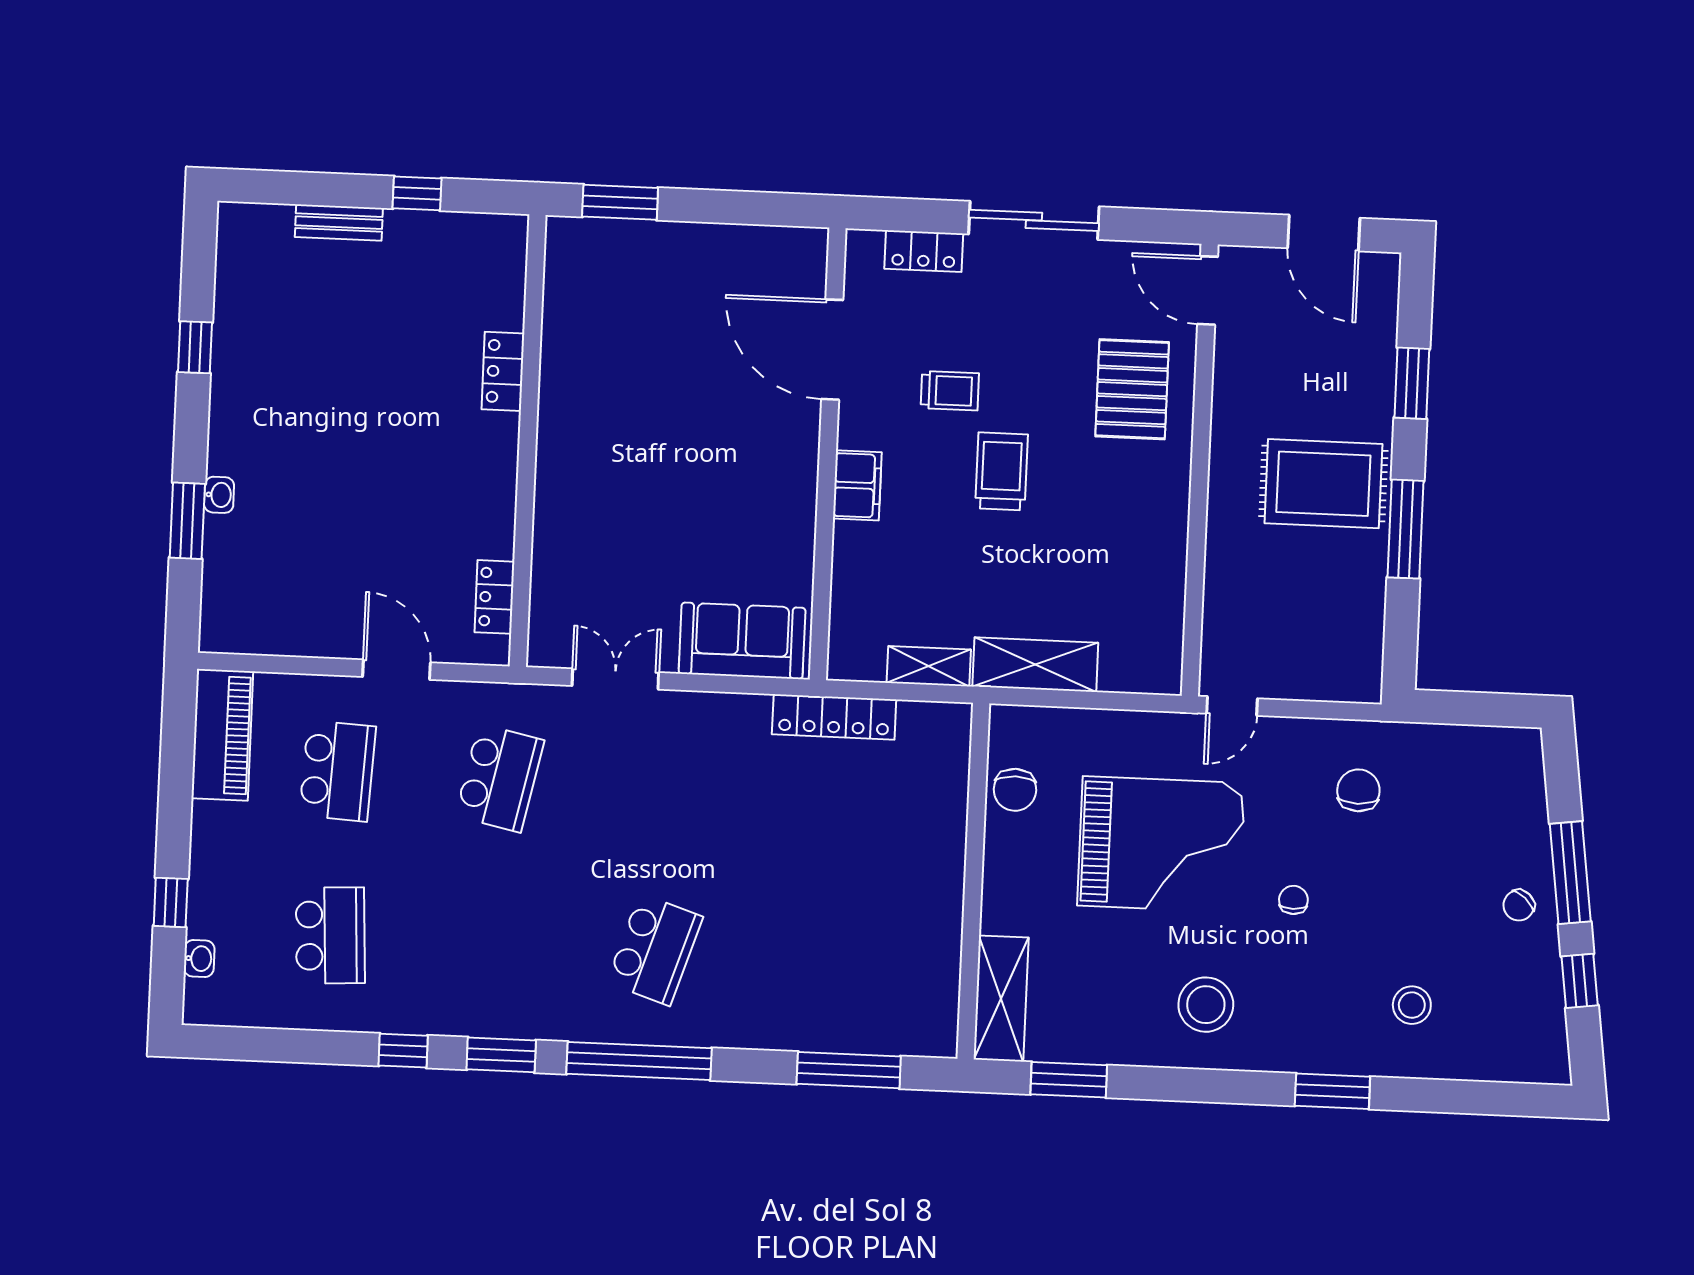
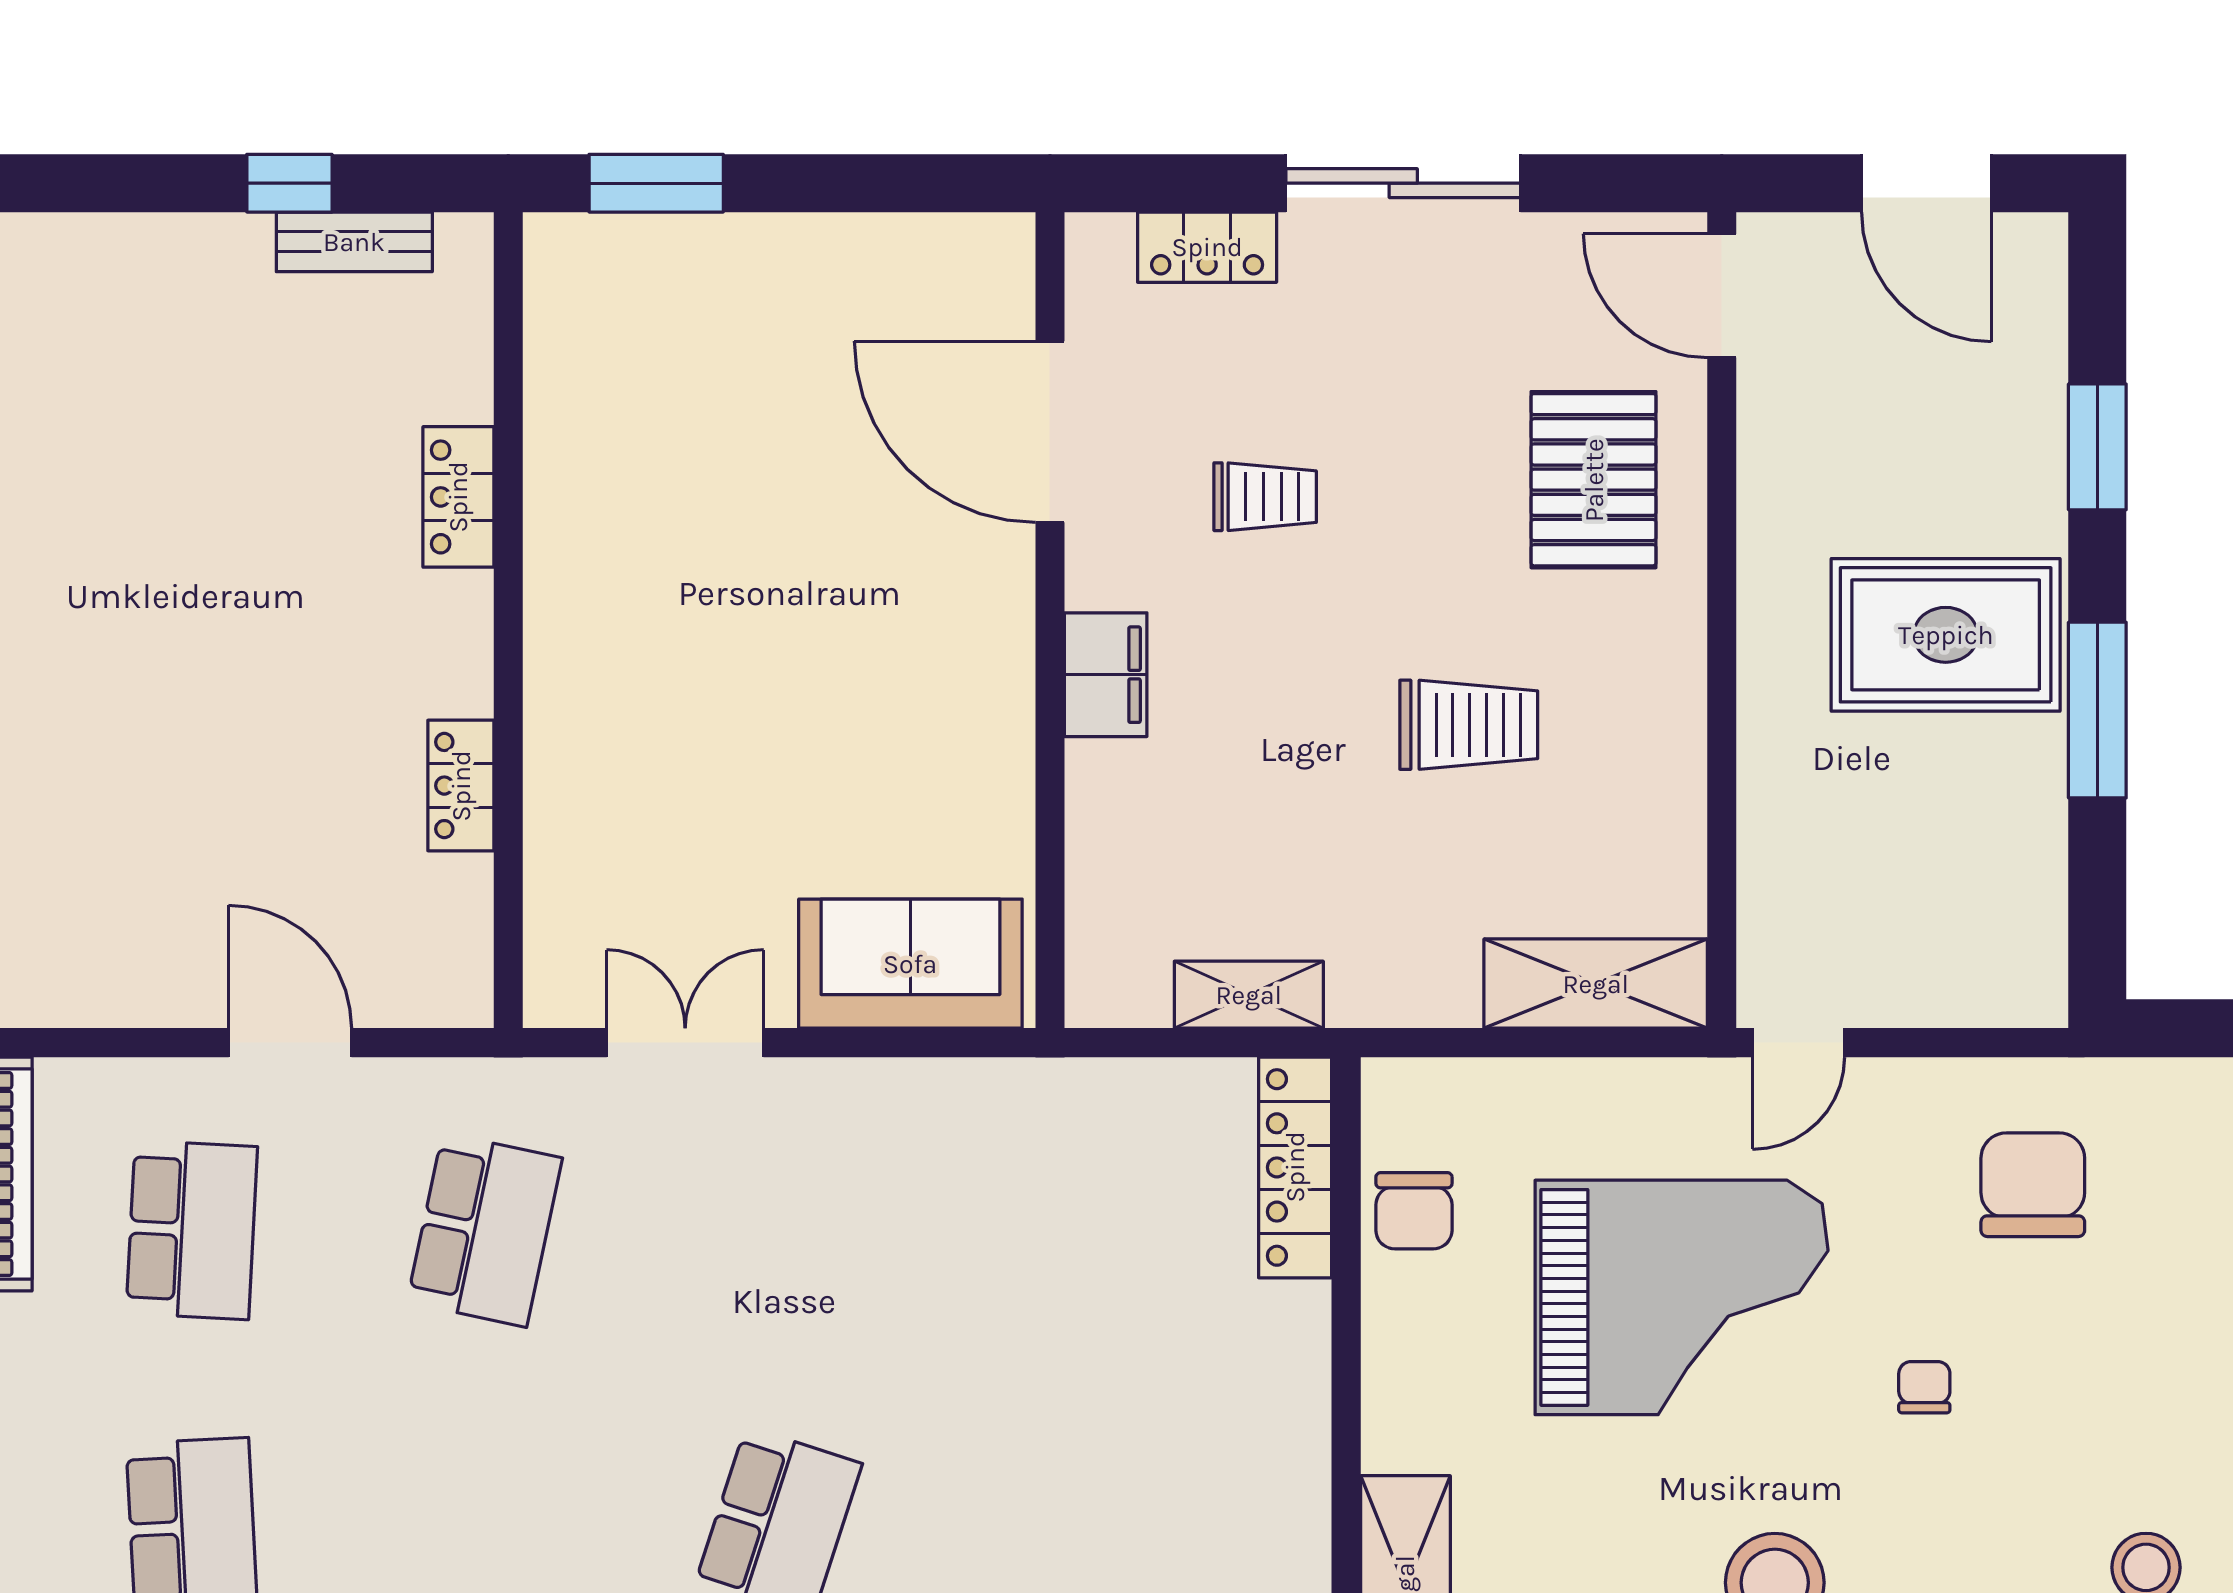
bench: (339, 223) -> (354, 242), moved
trolley: (1002, 471) -> (1469, 725), moved, turned 90
locker: (494, 597) -> (461, 786), moved
shelving: (1035, 665) -> (1596, 984), moved
locker: (834, 717) -> (1295, 1167), moved, turned 90
chair: (1358, 790) -> (2033, 1185), width x1.37, depth x1.37

